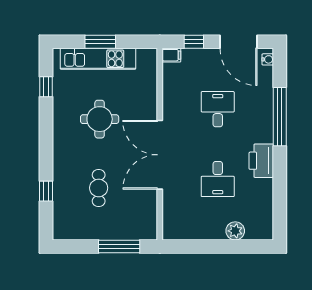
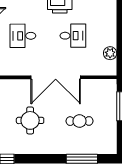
window: (46, 191) -> (82, 159), width x2.17
plant: (235, 231) -> (110, 53), moved

